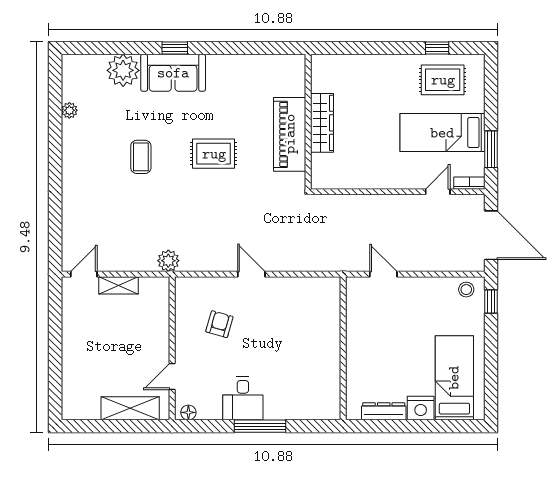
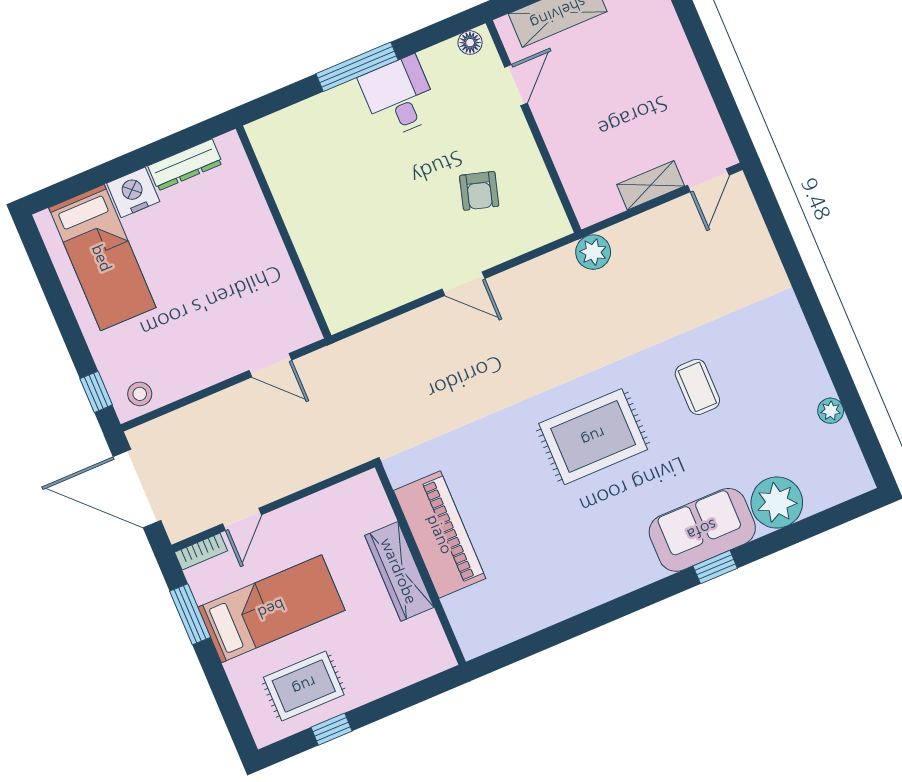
wall: (308, 122) -> (420, 565), moved
wardrobe: (322, 123) -> (399, 571), moved
piano: (290, 134) -> (440, 534), moved
rug: (214, 154) -> (593, 437), width x1.36, depth x1.43

